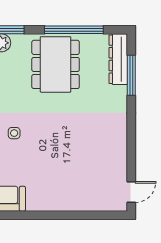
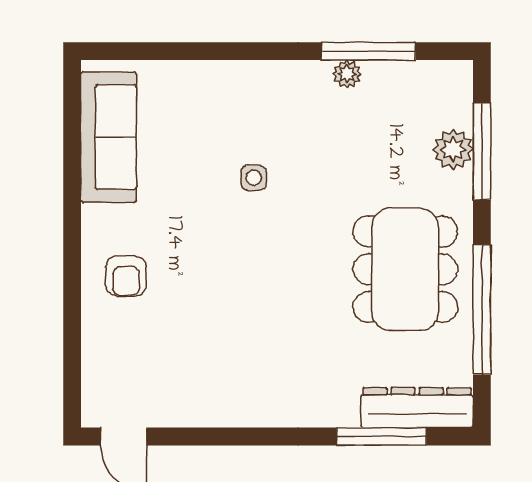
dining table: (56, 64) -> (405, 269), turned 90
armchair: (59, 191) -> (126, 276), added

